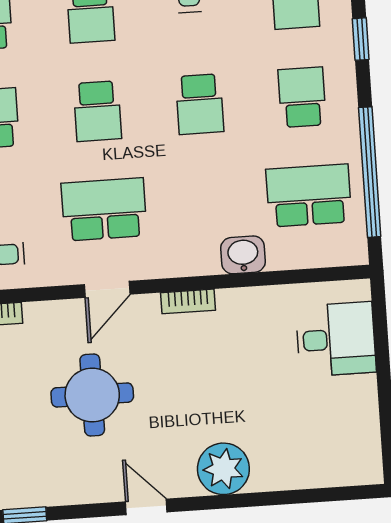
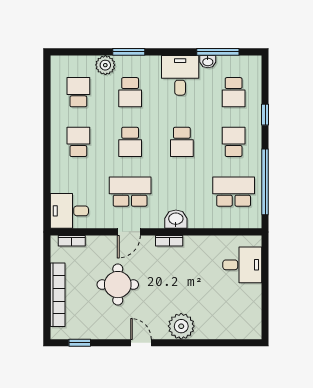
washbasin: (243, 255) -> (176, 219), moved

